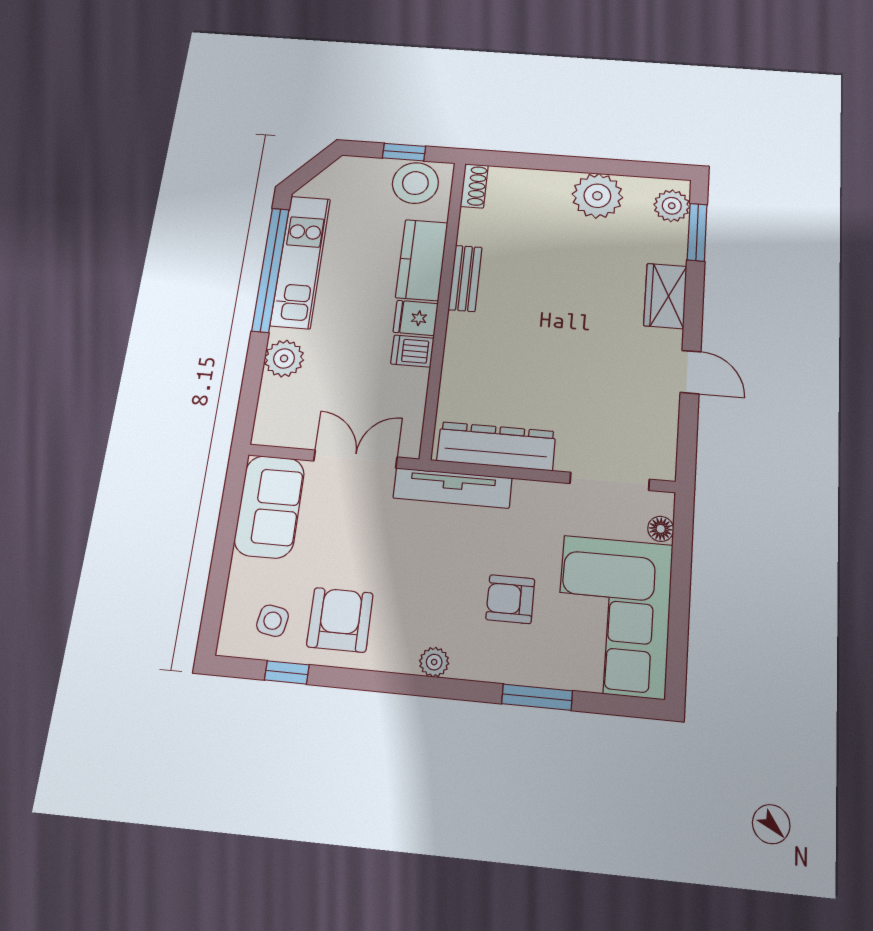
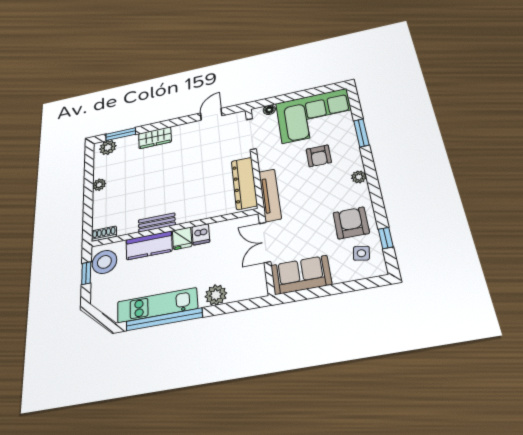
plant: (597, 196) -> (99, 185), width x0.53, depth x0.53
door: (690, 372) -> (211, 114), moved
armchair: (340, 620) -> (351, 223), turned 90

